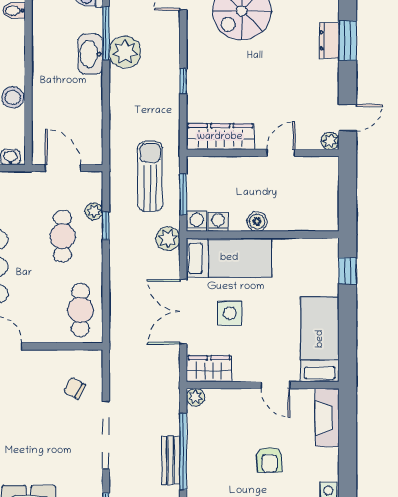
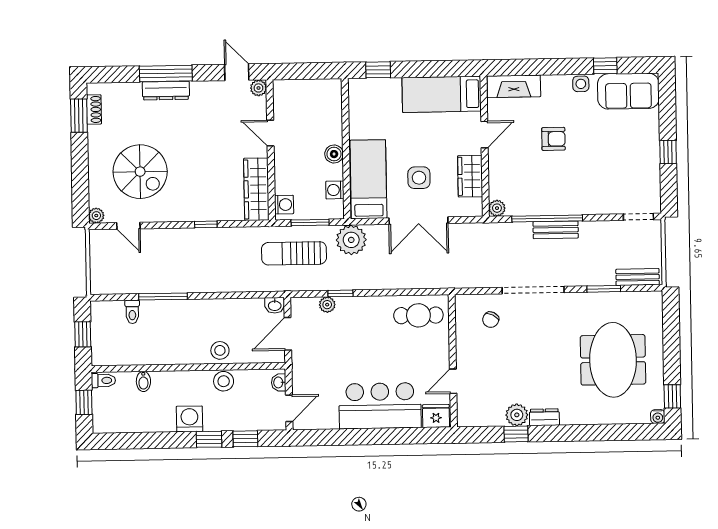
dresser: (329, 40) -> (166, 91), width x1.44
window: (348, 41) -> (166, 73), width x1.44
plant: (125, 52) -> (180, 279), removed
washbasin: (90, 54) -> (275, 305), moved, width x0.52, depth x0.69
stool: (46, 94) -> (220, 350), added
washing machine: (197, 221) -> (284, 205), moved, turned 180
cafe table: (63, 236) -> (351, 333), removed
plant: (168, 239) -> (351, 240), width x1.36, depth x1.36
wardrobe: (209, 369) -> (470, 176), moved

